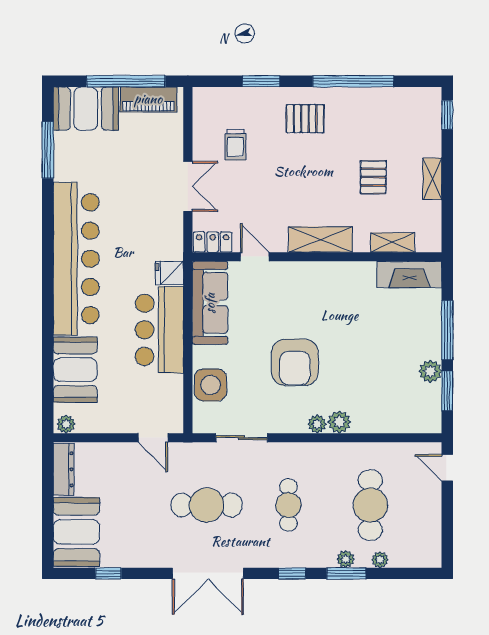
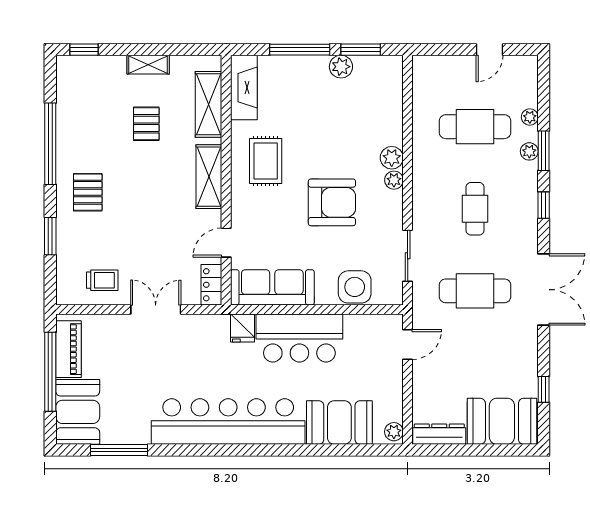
trolley: (236, 145) -> (102, 280), moved
pallet: (373, 177) -> (146, 124), turned 90
shelving: (393, 242) -> (208, 104), width x1.50, depth x1.33
rug: (336, 296) -> (266, 161), added
door: (447, 468) -> (490, 50), moved
cafe table: (207, 505) -> (475, 291), turned 90
cafe table: (288, 505) -> (475, 209), turned 90

